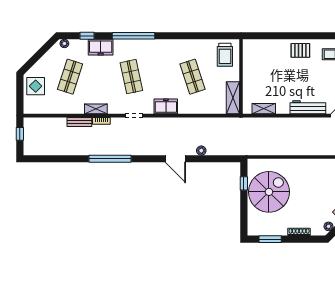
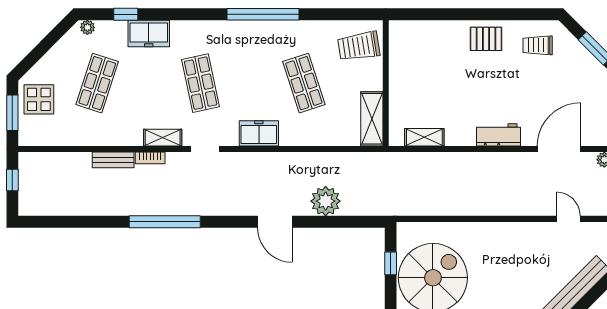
window: (133, 36) -> (263, 14), moved
trolley: (225, 55) -> (359, 46), turned 81
window: (20, 94) -> (12, 113), added
workbench: (308, 107) -> (499, 135), width x0.73
shelving: (96, 109) -> (163, 138), moved
plant: (201, 151) -> (326, 201), width x1.88, depth x1.88

